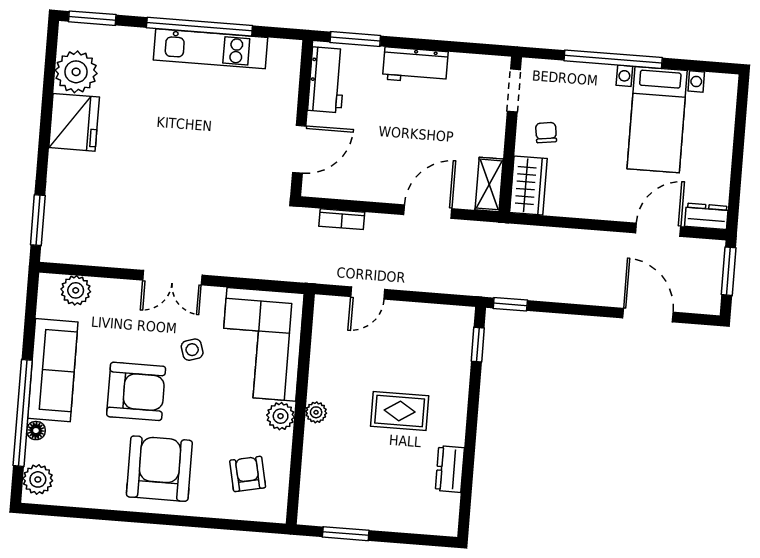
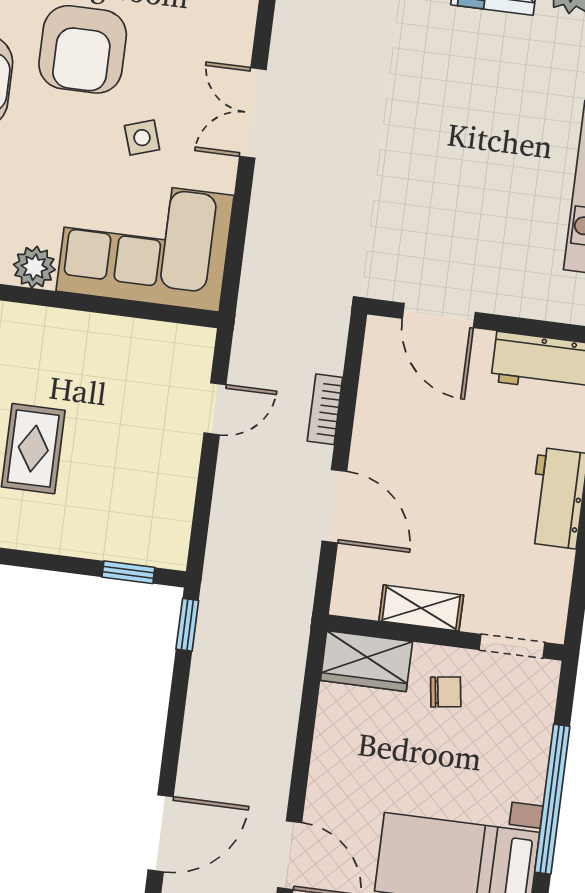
shelving: (489, 184) -> (421, 608), moved
bookcase: (342, 219) -> (325, 409), moved
door: (368, 293) -> (215, 409), swing flipped
plant: (316, 412) -> (38, 321), removed

